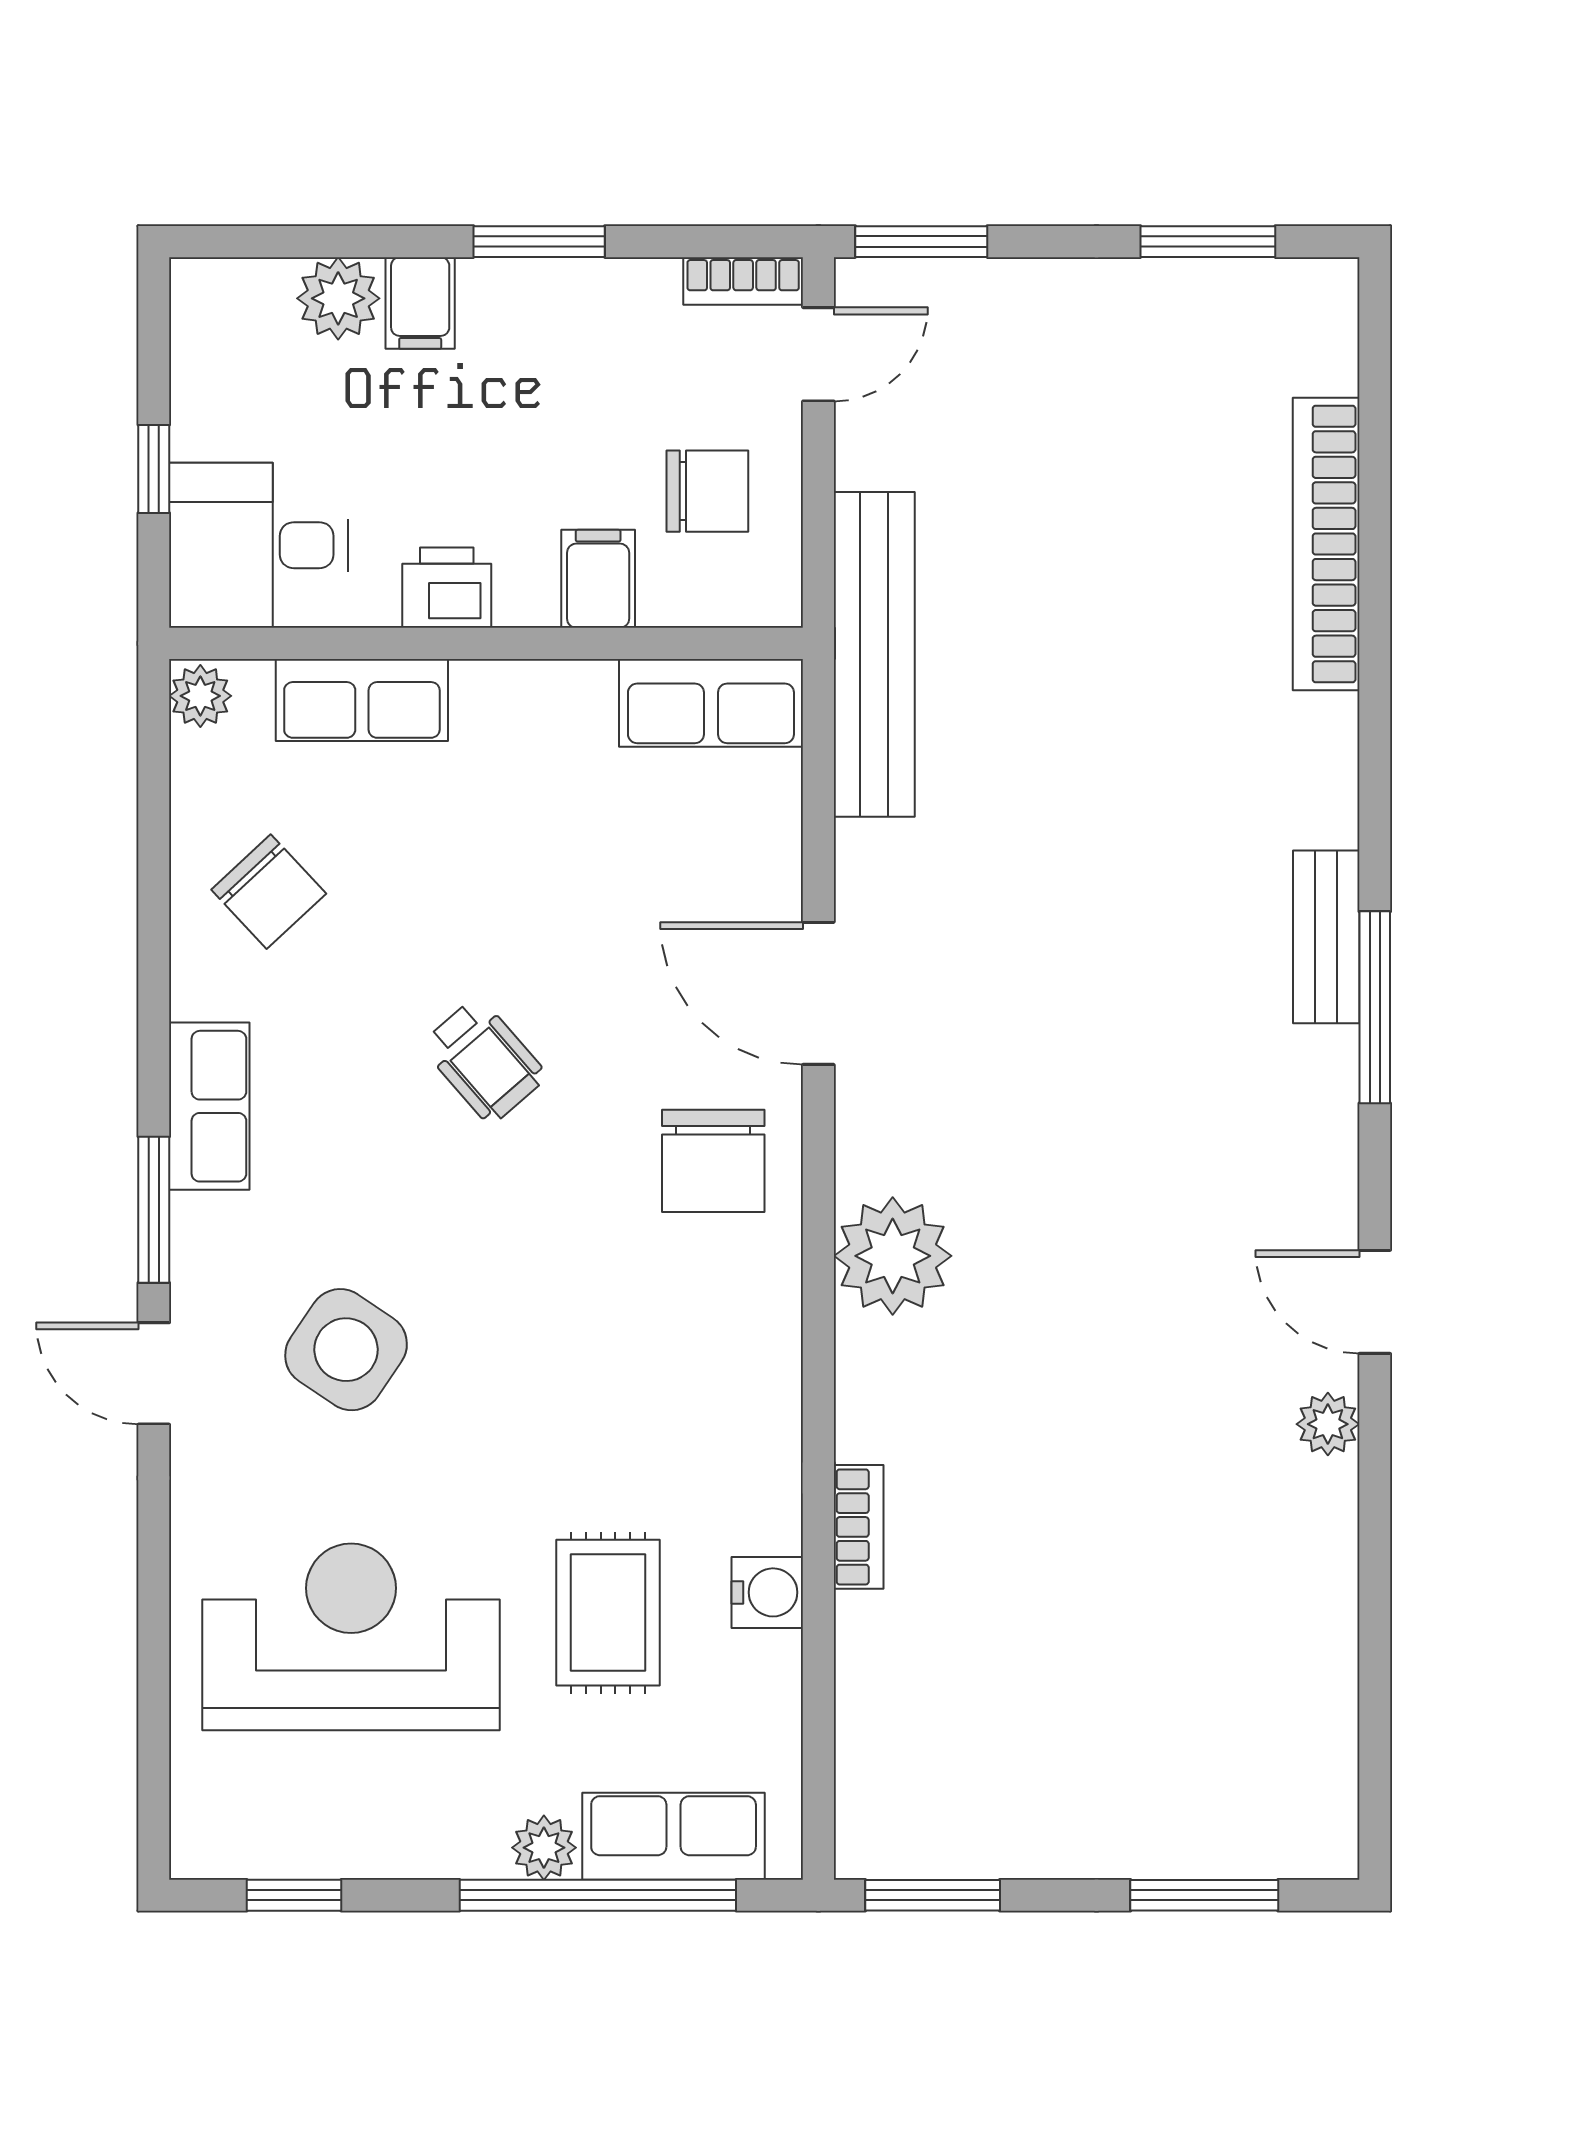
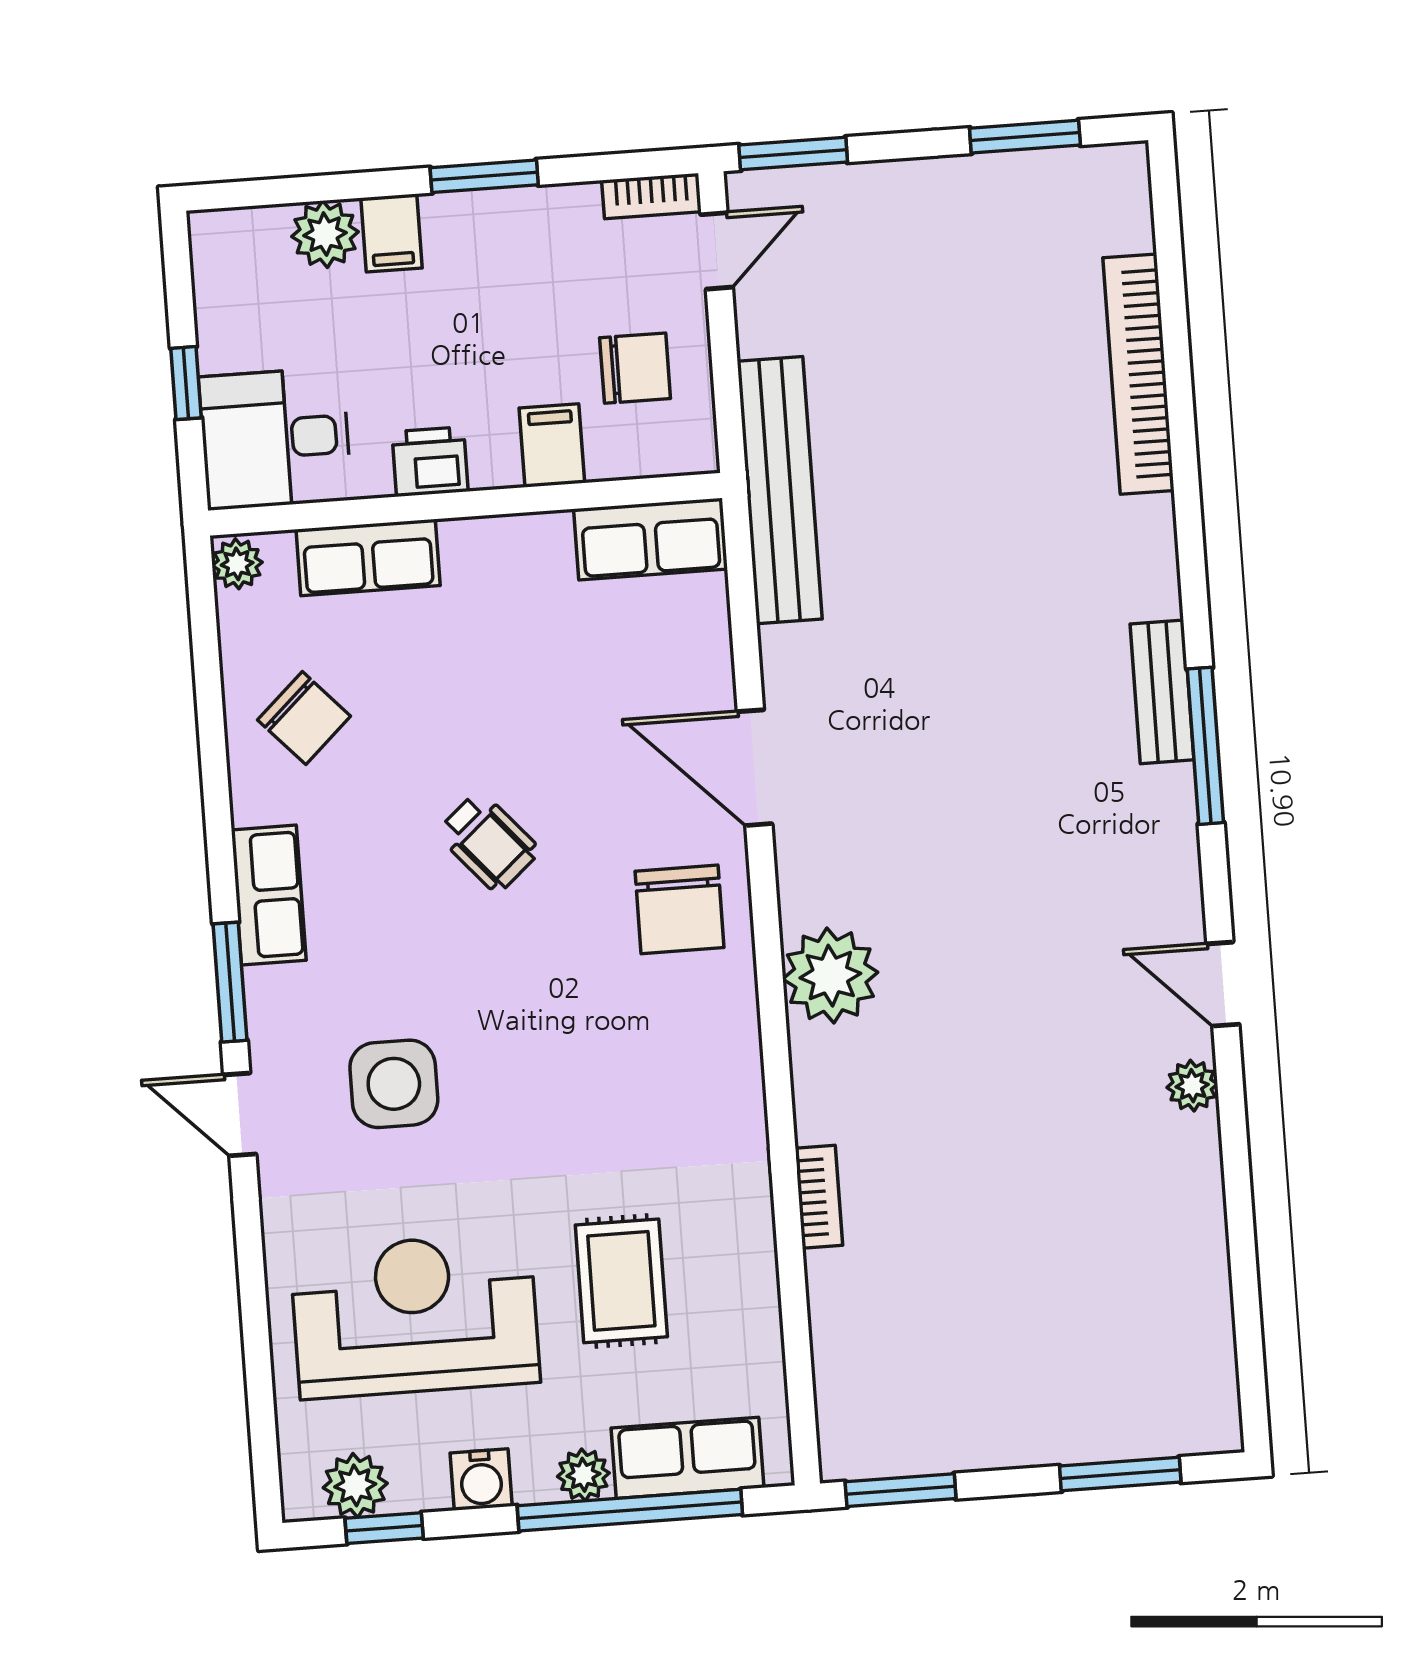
side table: (346, 1350) -> (394, 1084), turned -34
water cooler: (767, 1592) -> (481, 1480), moved, turned 90
plant: (262, 1840) -> (355, 1485), added

